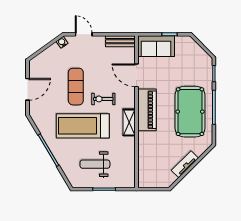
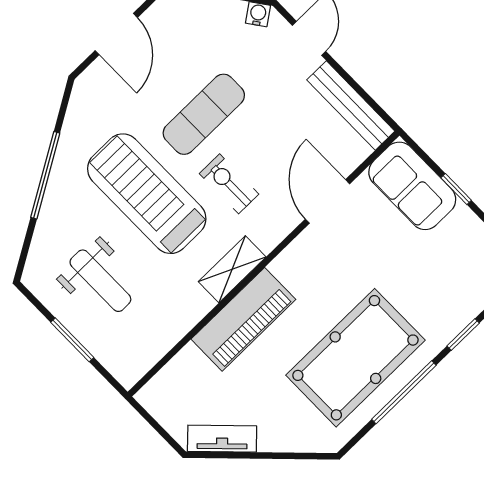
bench: (120, 41) -> (351, 105), width x1.36
door: (28, 89) -> (116, 34), hinge flipped
piano: (147, 110) -> (243, 319), moved
weight bench: (95, 164) -> (100, 281), turned 180
tv unit: (185, 164) -> (222, 439), moved

